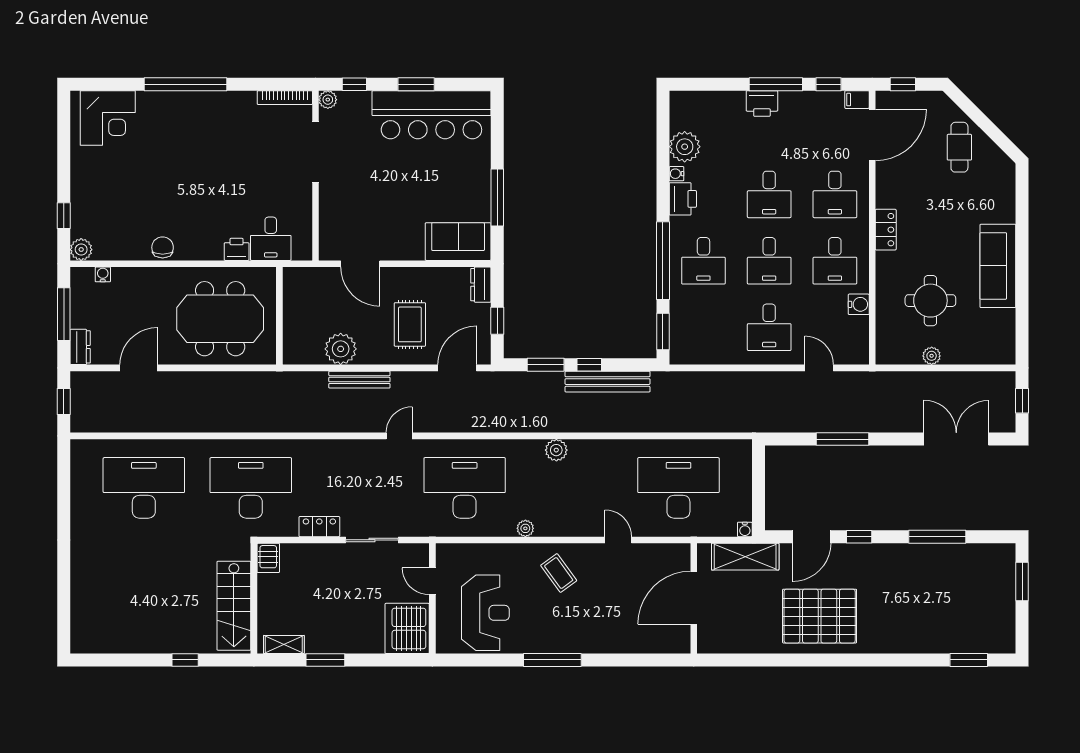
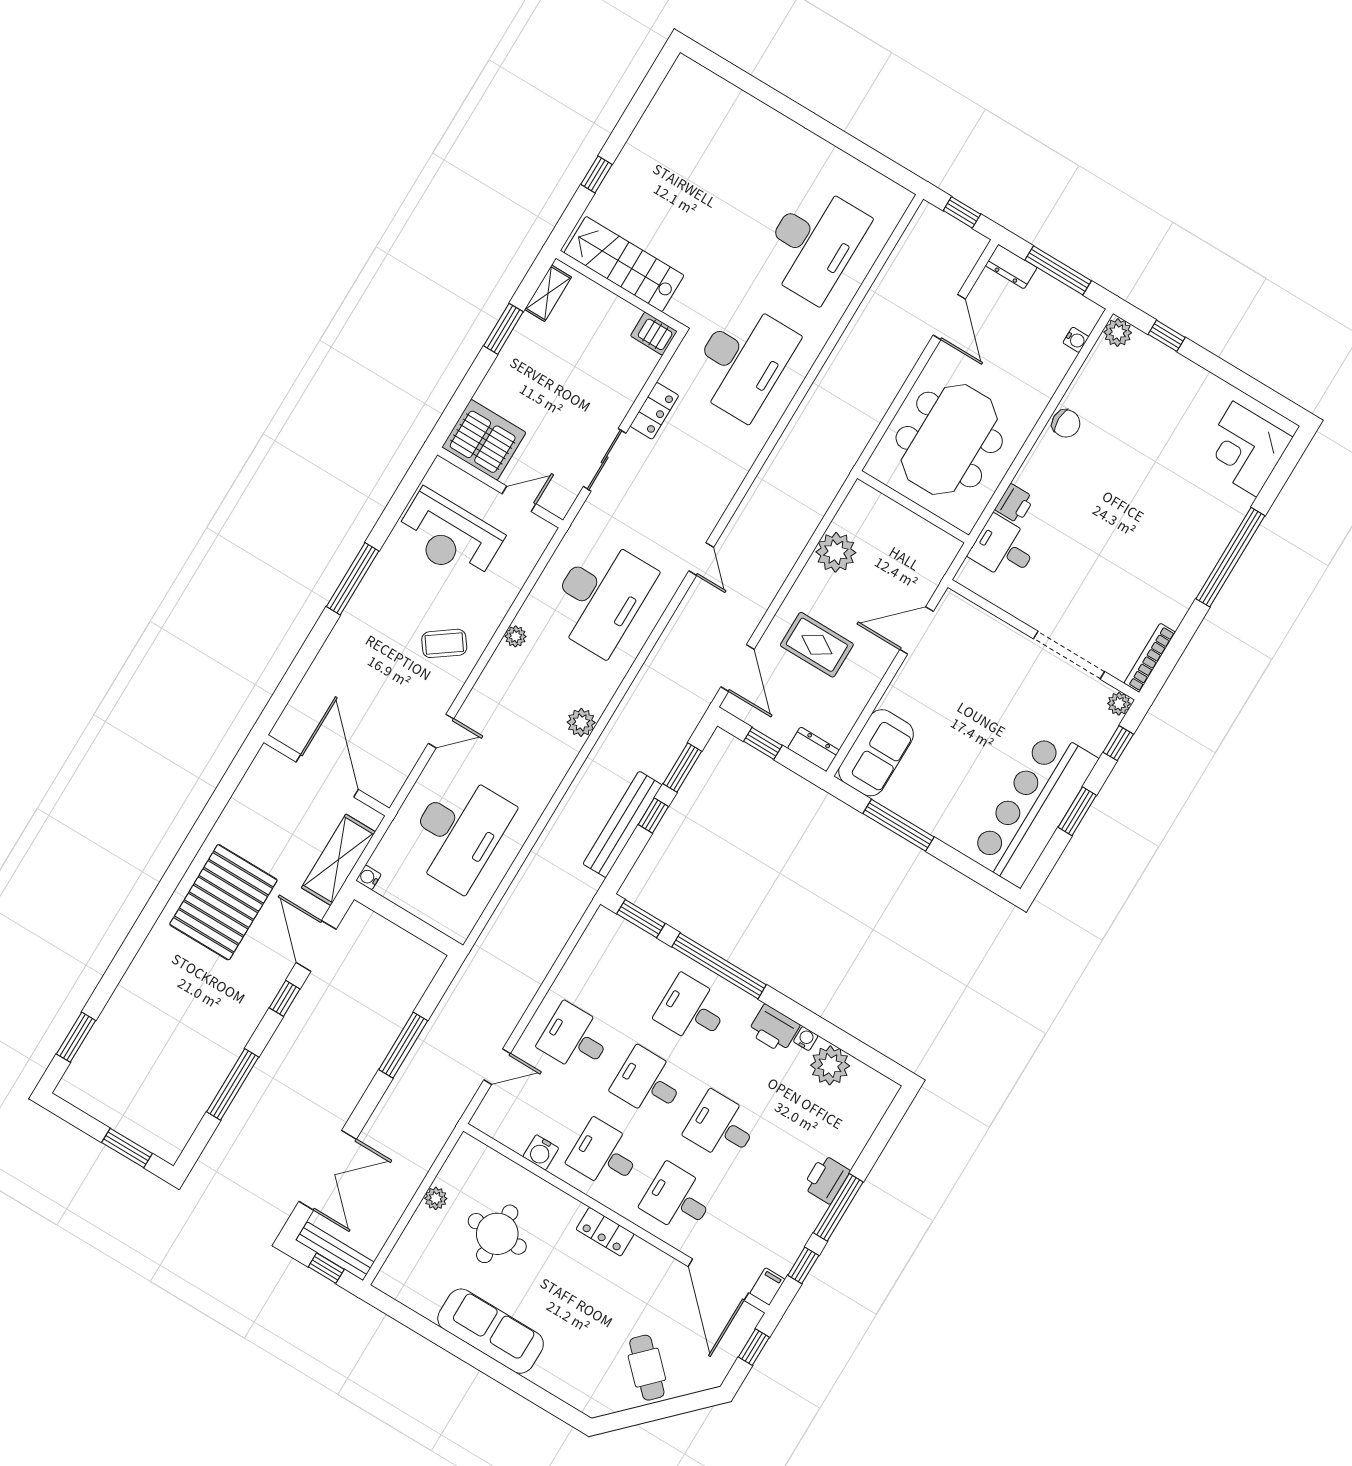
cafe table: (959, 147) -> (647, 1368), turned 45
bench: (359, 380) -> (335, 1251), moved, turned 90

